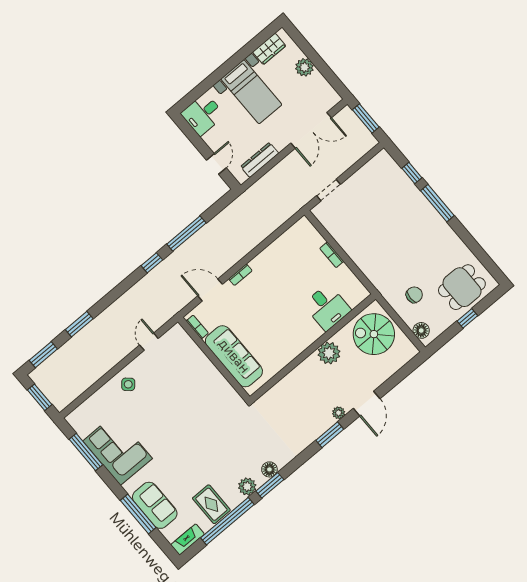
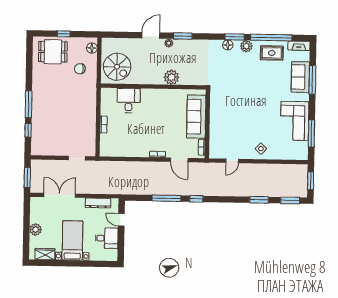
desk: (203, 114) -> (107, 238), moved
door: (216, 164) -> (121, 220), hinge flipped
plant: (329, 353) -> (171, 77), moved
rug: (211, 504) -> (272, 53), turned 90

